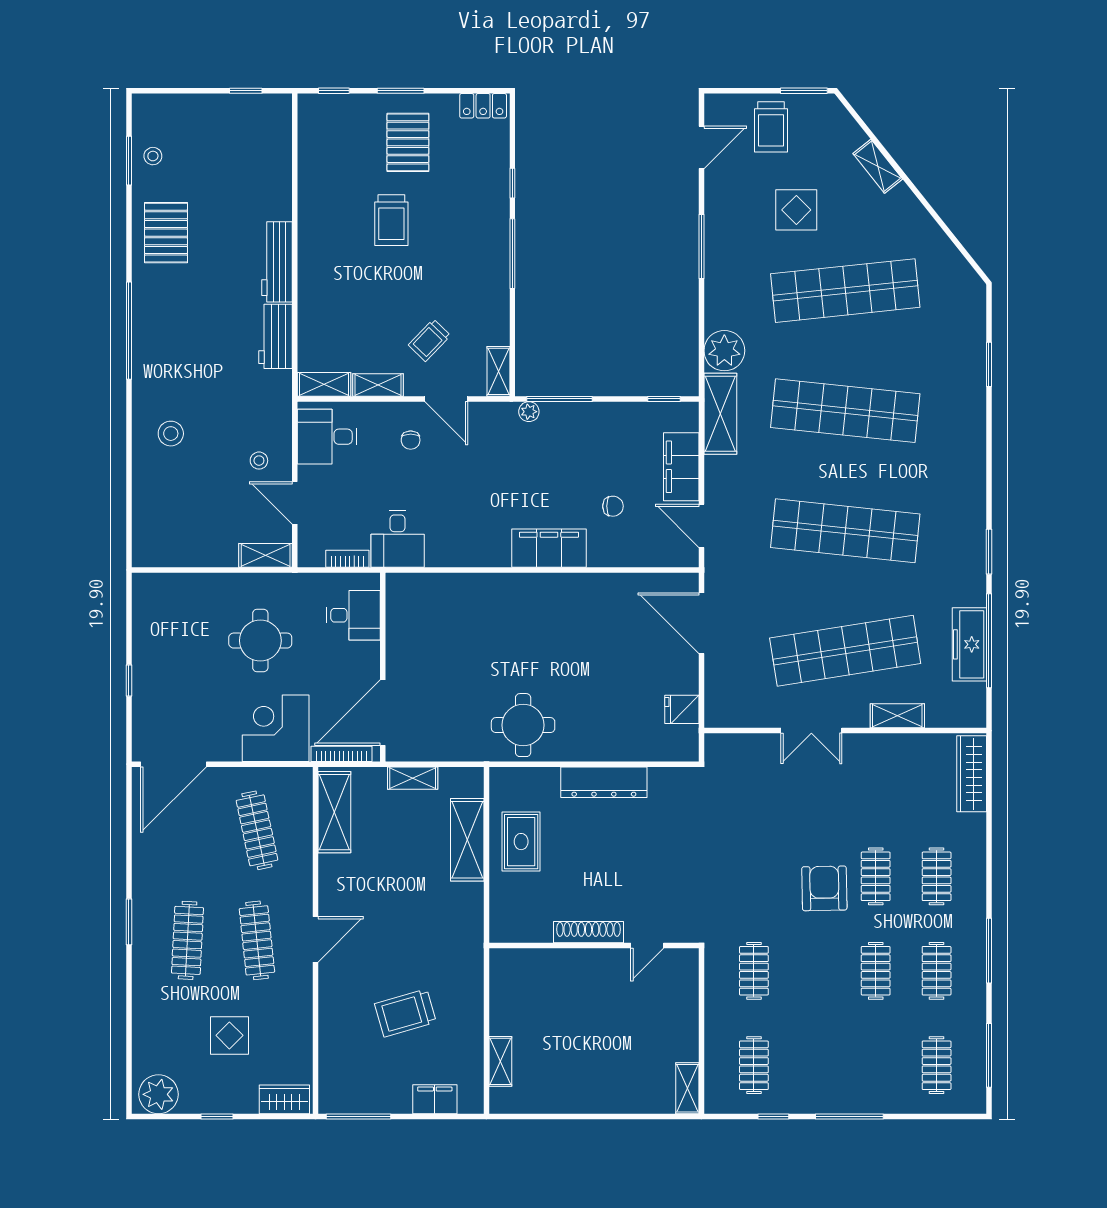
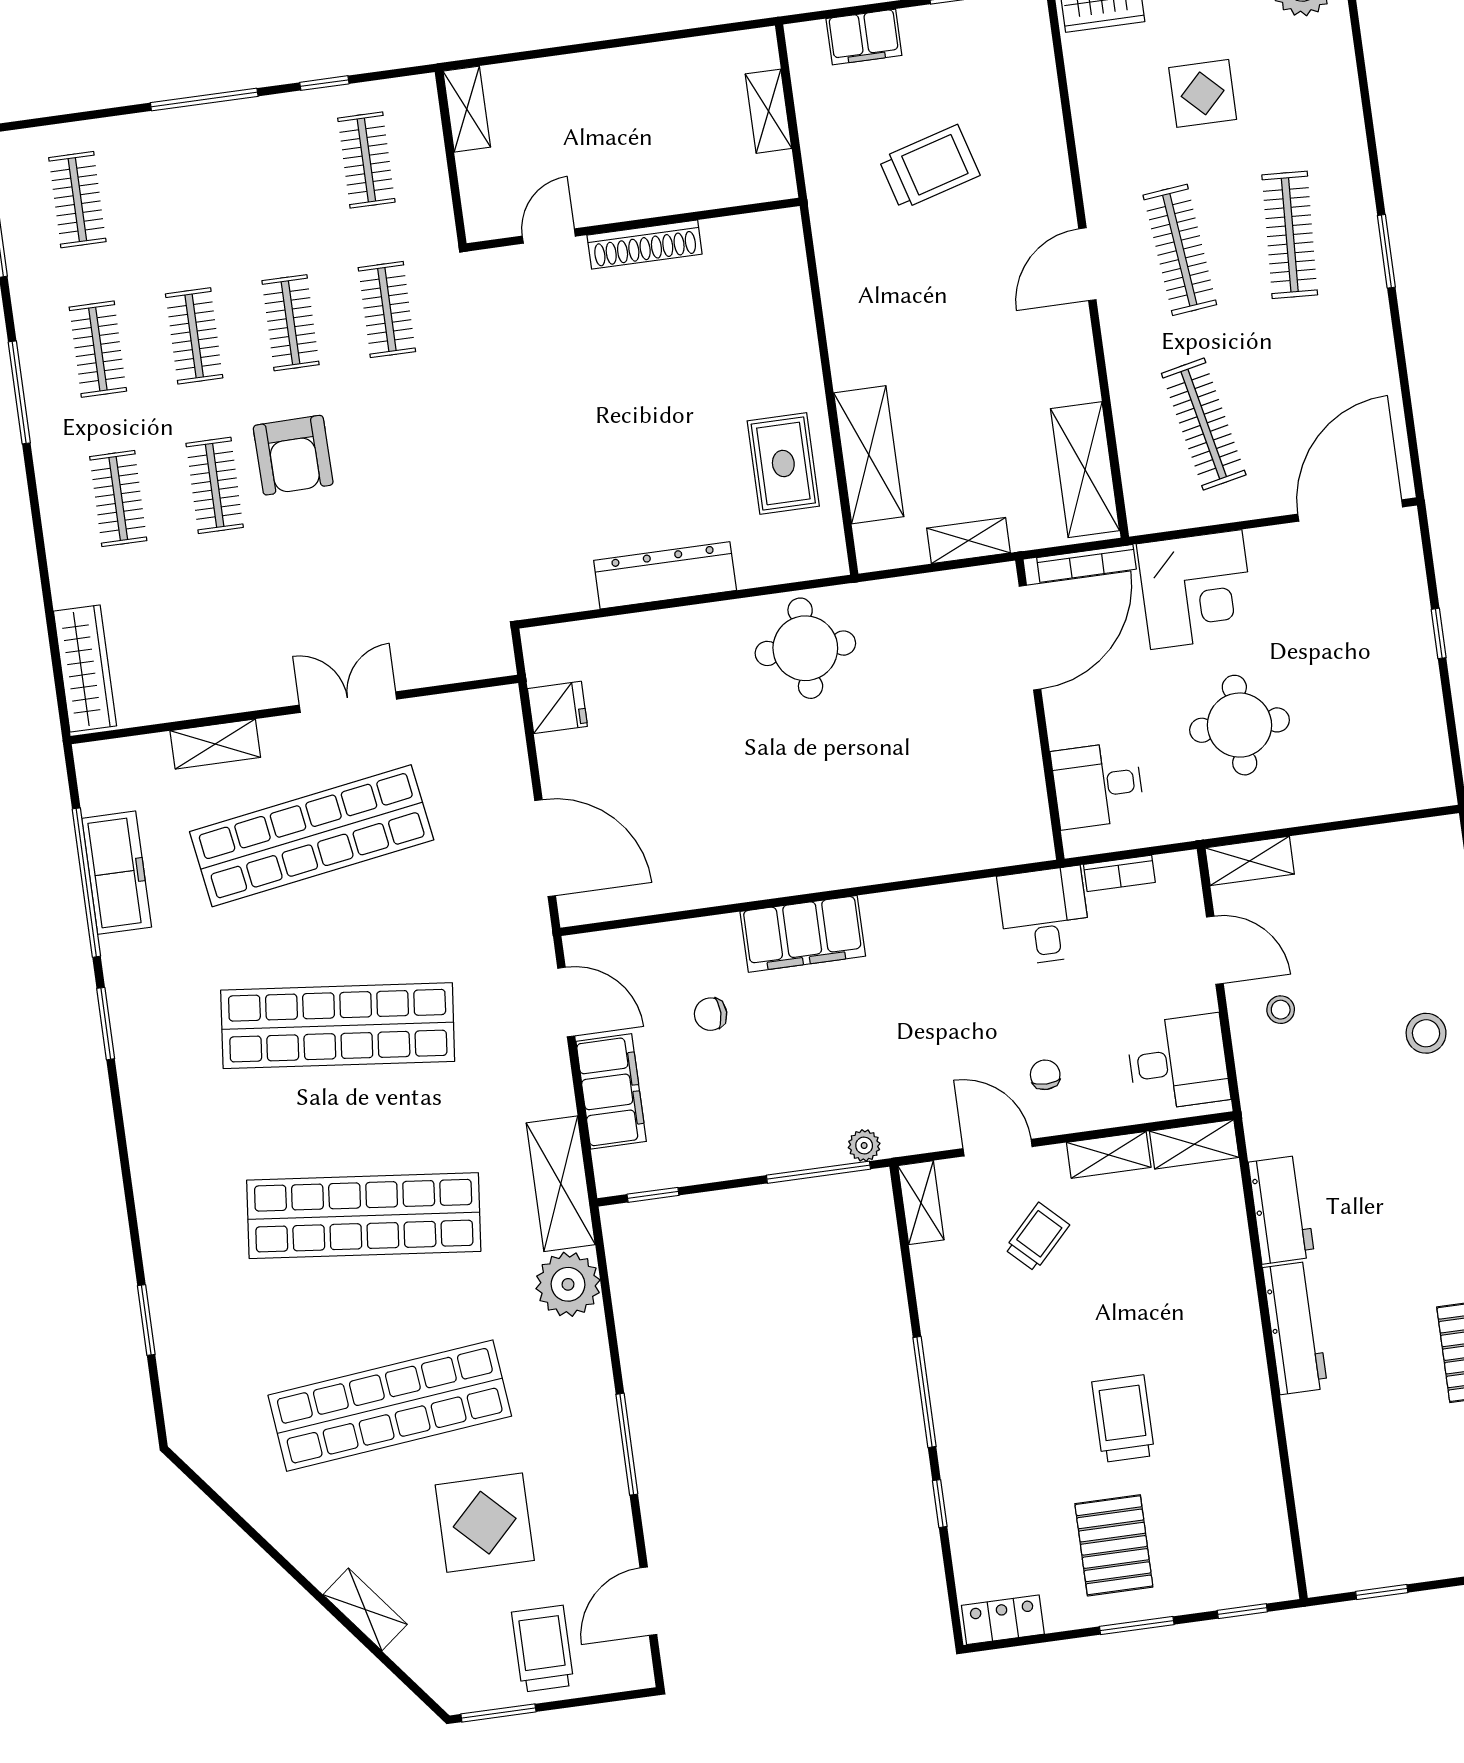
display table: (796, 210) -> (485, 1523), width x1.36, depth x1.36
shoe rack: (589, 932) -> (645, 245), moved
wall: (594, 946) -> (633, 225), moved
door: (647, 946) -> (549, 236), moved
clothes rail: (815, 971) -> (290, 323), added

